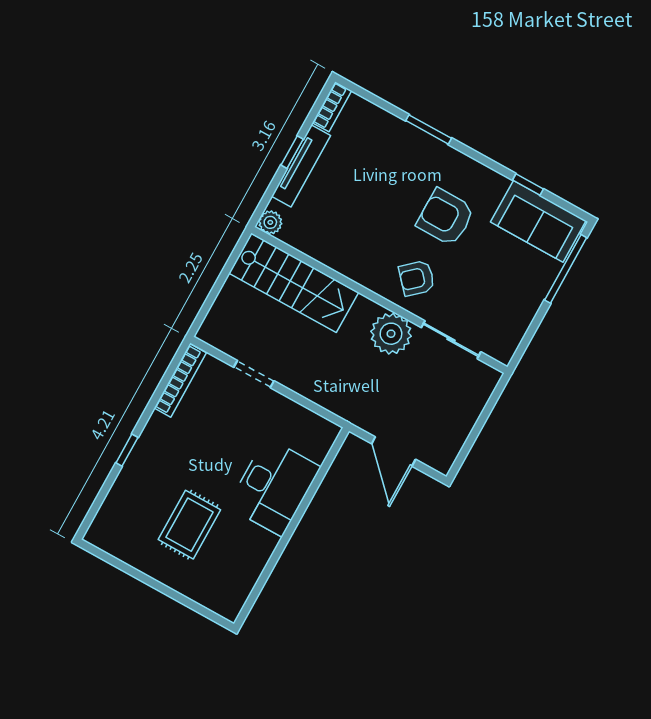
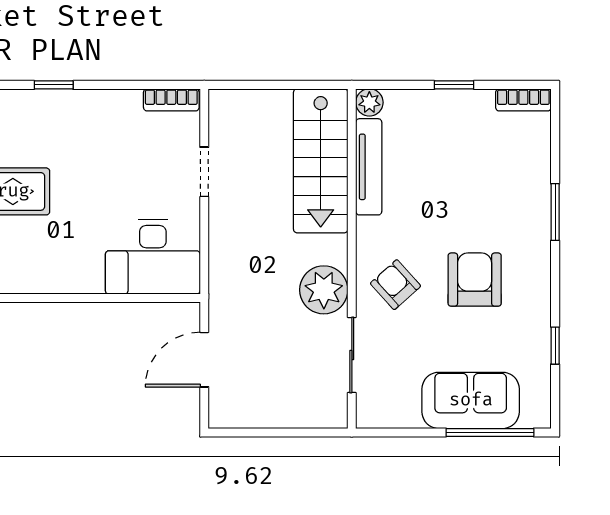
tv unit: (301, 166) -> (369, 167), moved, turned -90
sofa: (538, 221) -> (471, 400), moved, turned 90
bookcase: (180, 380) -> (171, 100), width x0.64
desk: (274, 487) -> (153, 257), moved

